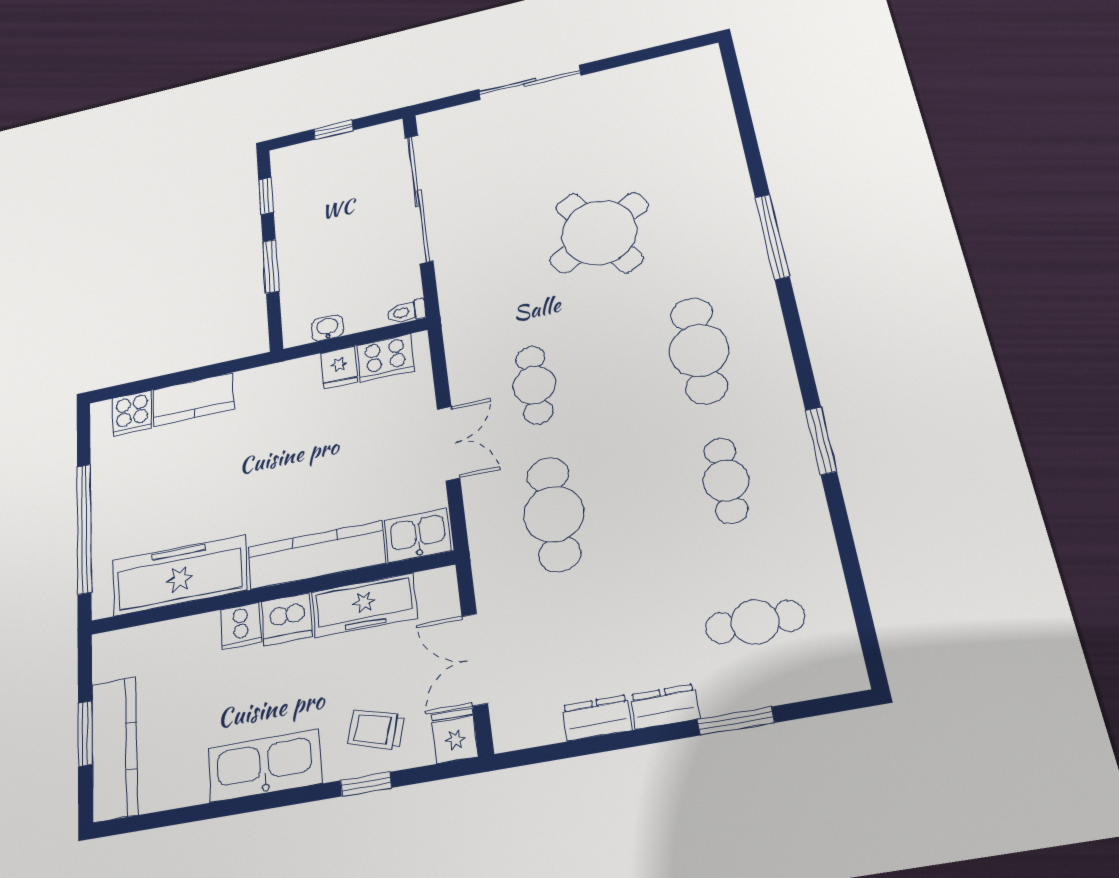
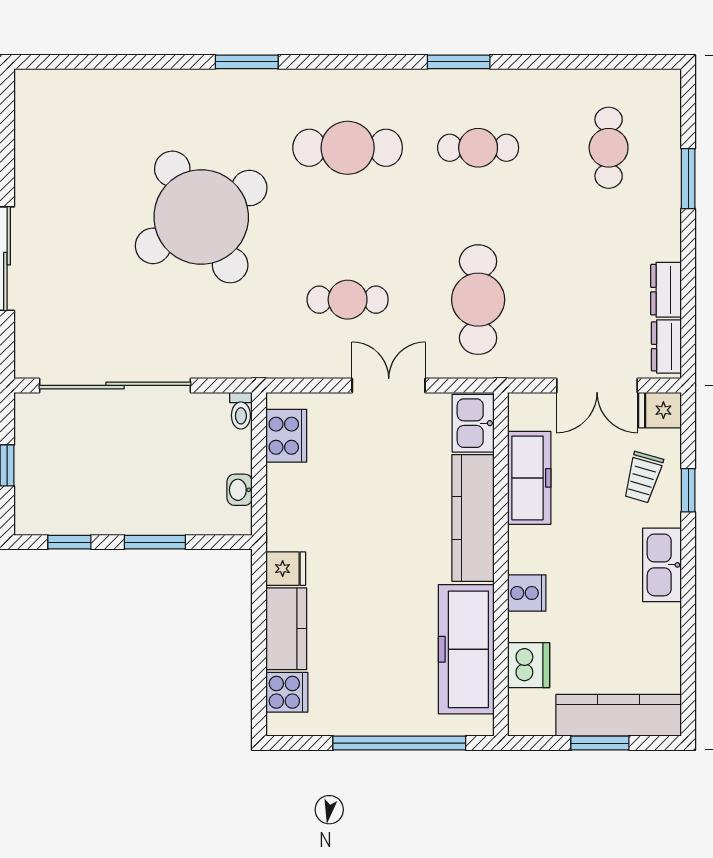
round table: (599, 233) -> (201, 217), width x1.36, depth x1.36
window: (772, 237) -> (247, 62), width x0.69
fridge: (339, 367) -> (286, 569), moved
cafe table: (554, 514) -> (478, 300), turned 90
dishwasher: (287, 619) -> (529, 665), moved
dresser: (665, 707) -> (666, 346), moved
kitchen sink: (264, 766) -> (662, 565), width x0.73, depth x0.81

